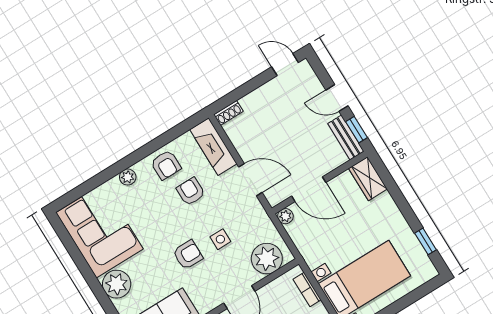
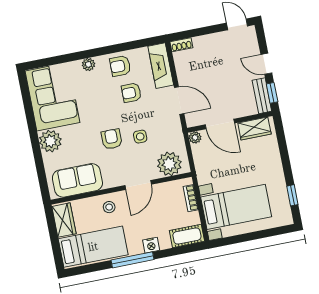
armchair: (166, 165) -> (120, 66), turned 90
wardrobe: (368, 179) -> (254, 129), moved, turned -90
armchair: (191, 191) -> (131, 93), turned -90
armchair: (188, 255) -> (112, 139), turned -90

